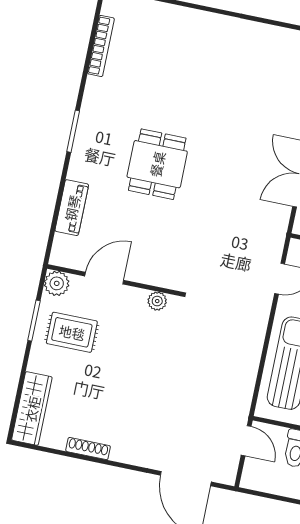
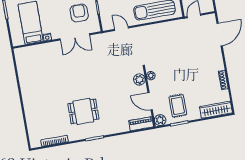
dining table: (157, 164) -> (83, 111), moved
piano: (72, 208) -> (141, 124), moved
plant: (159, 274) -> (139, 79), added

